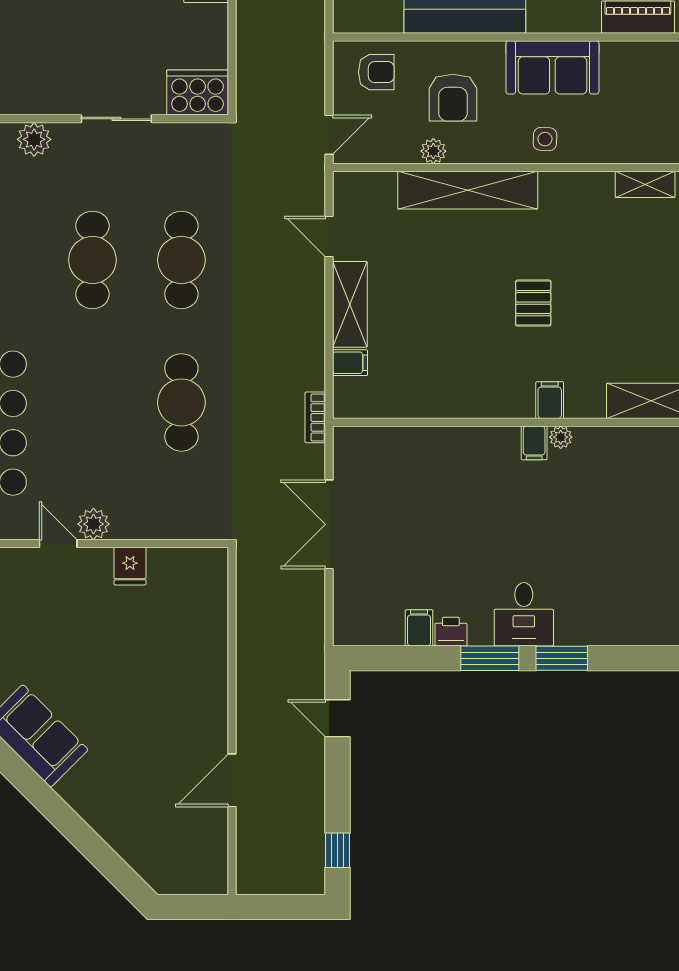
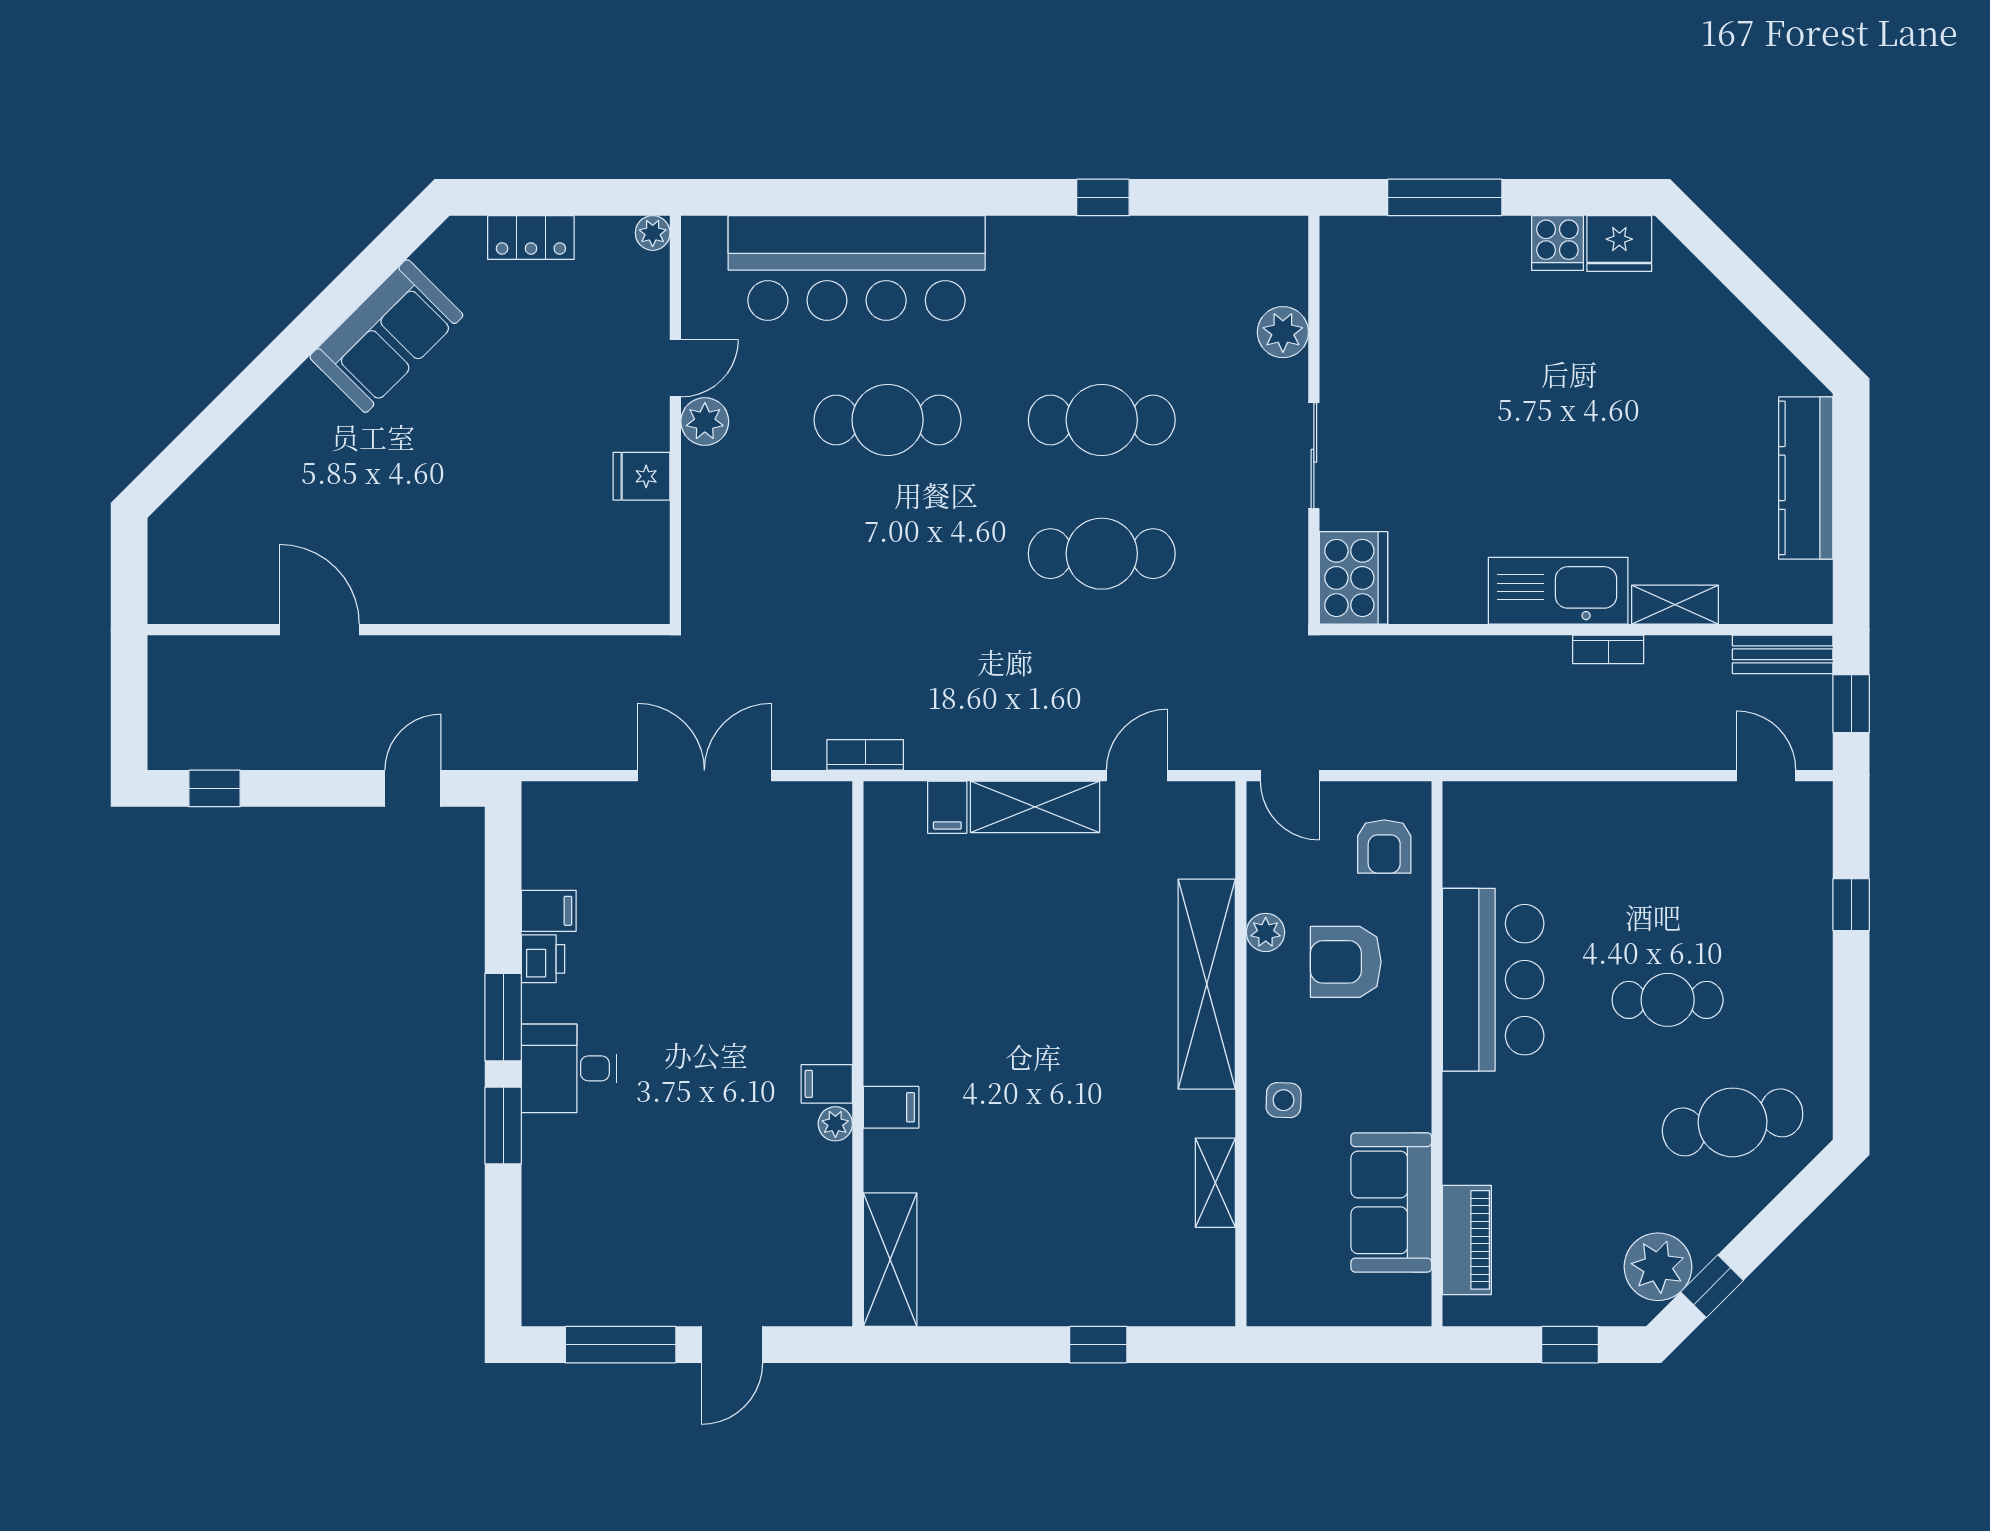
sofa: (552, 67) -> (1391, 1202), moved
shelving: (645, 184) -> (1215, 1183), moved
pallet: (533, 303) -> (1037, 1083), removed
cafe table: (181, 402) -> (888, 420), moved

